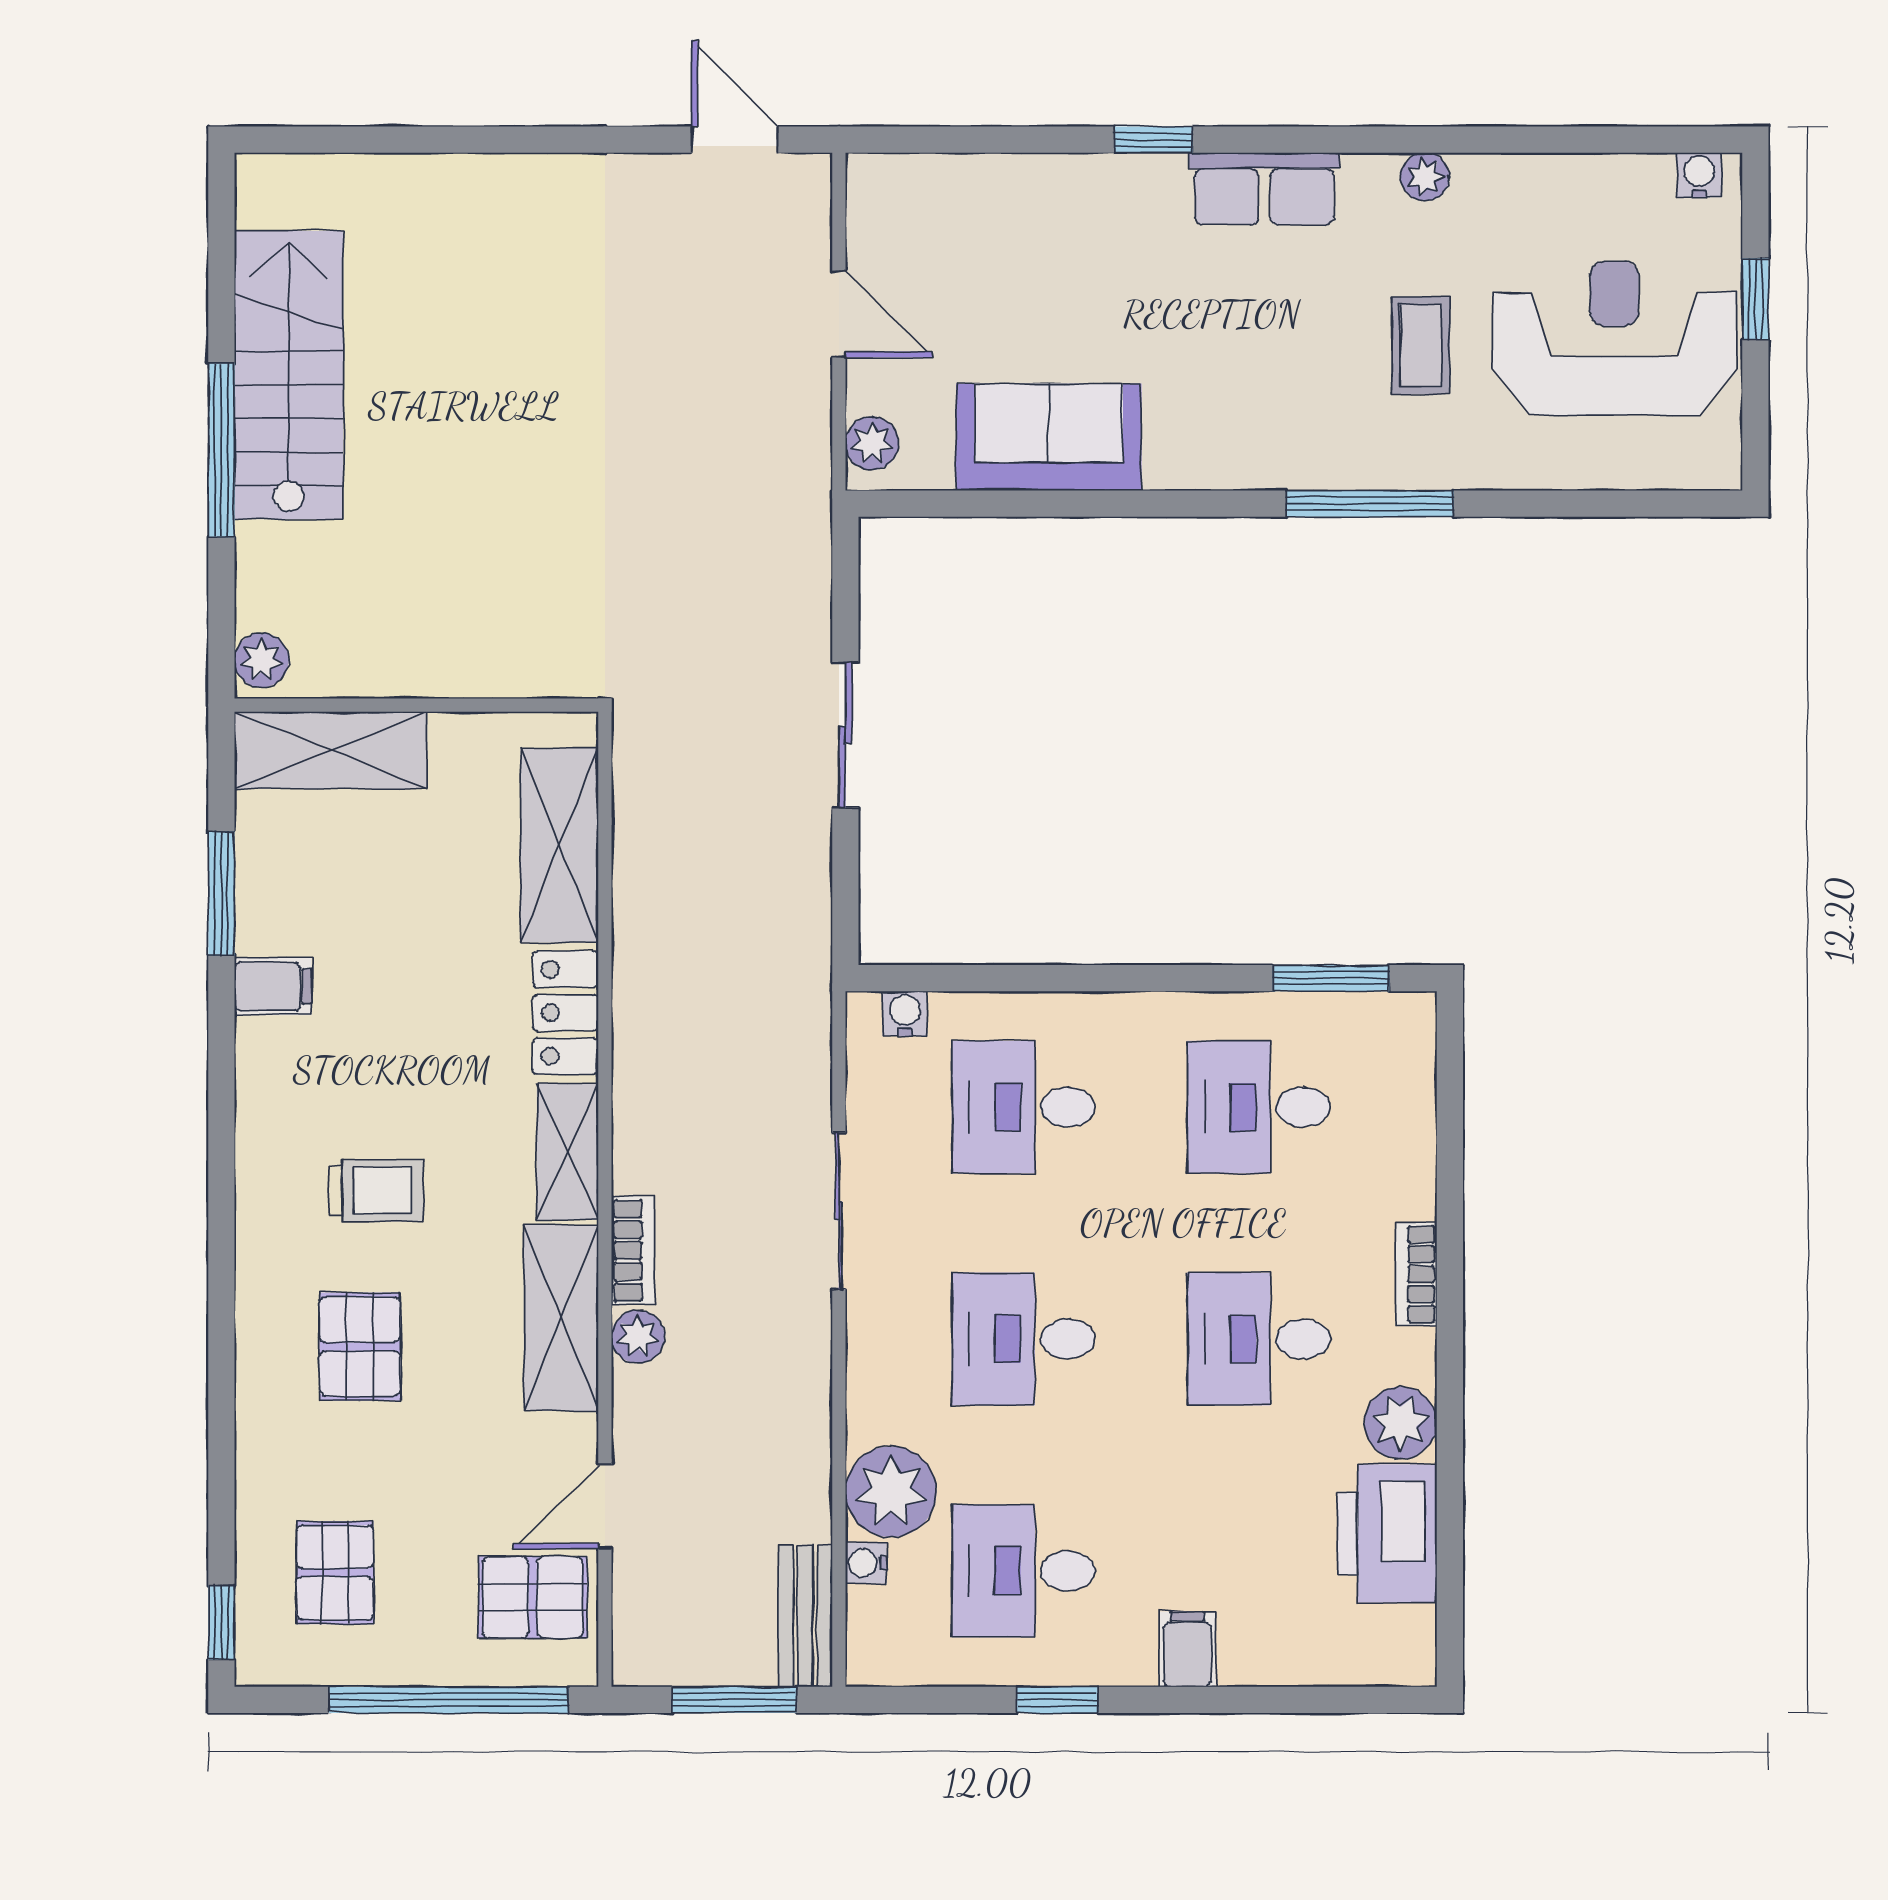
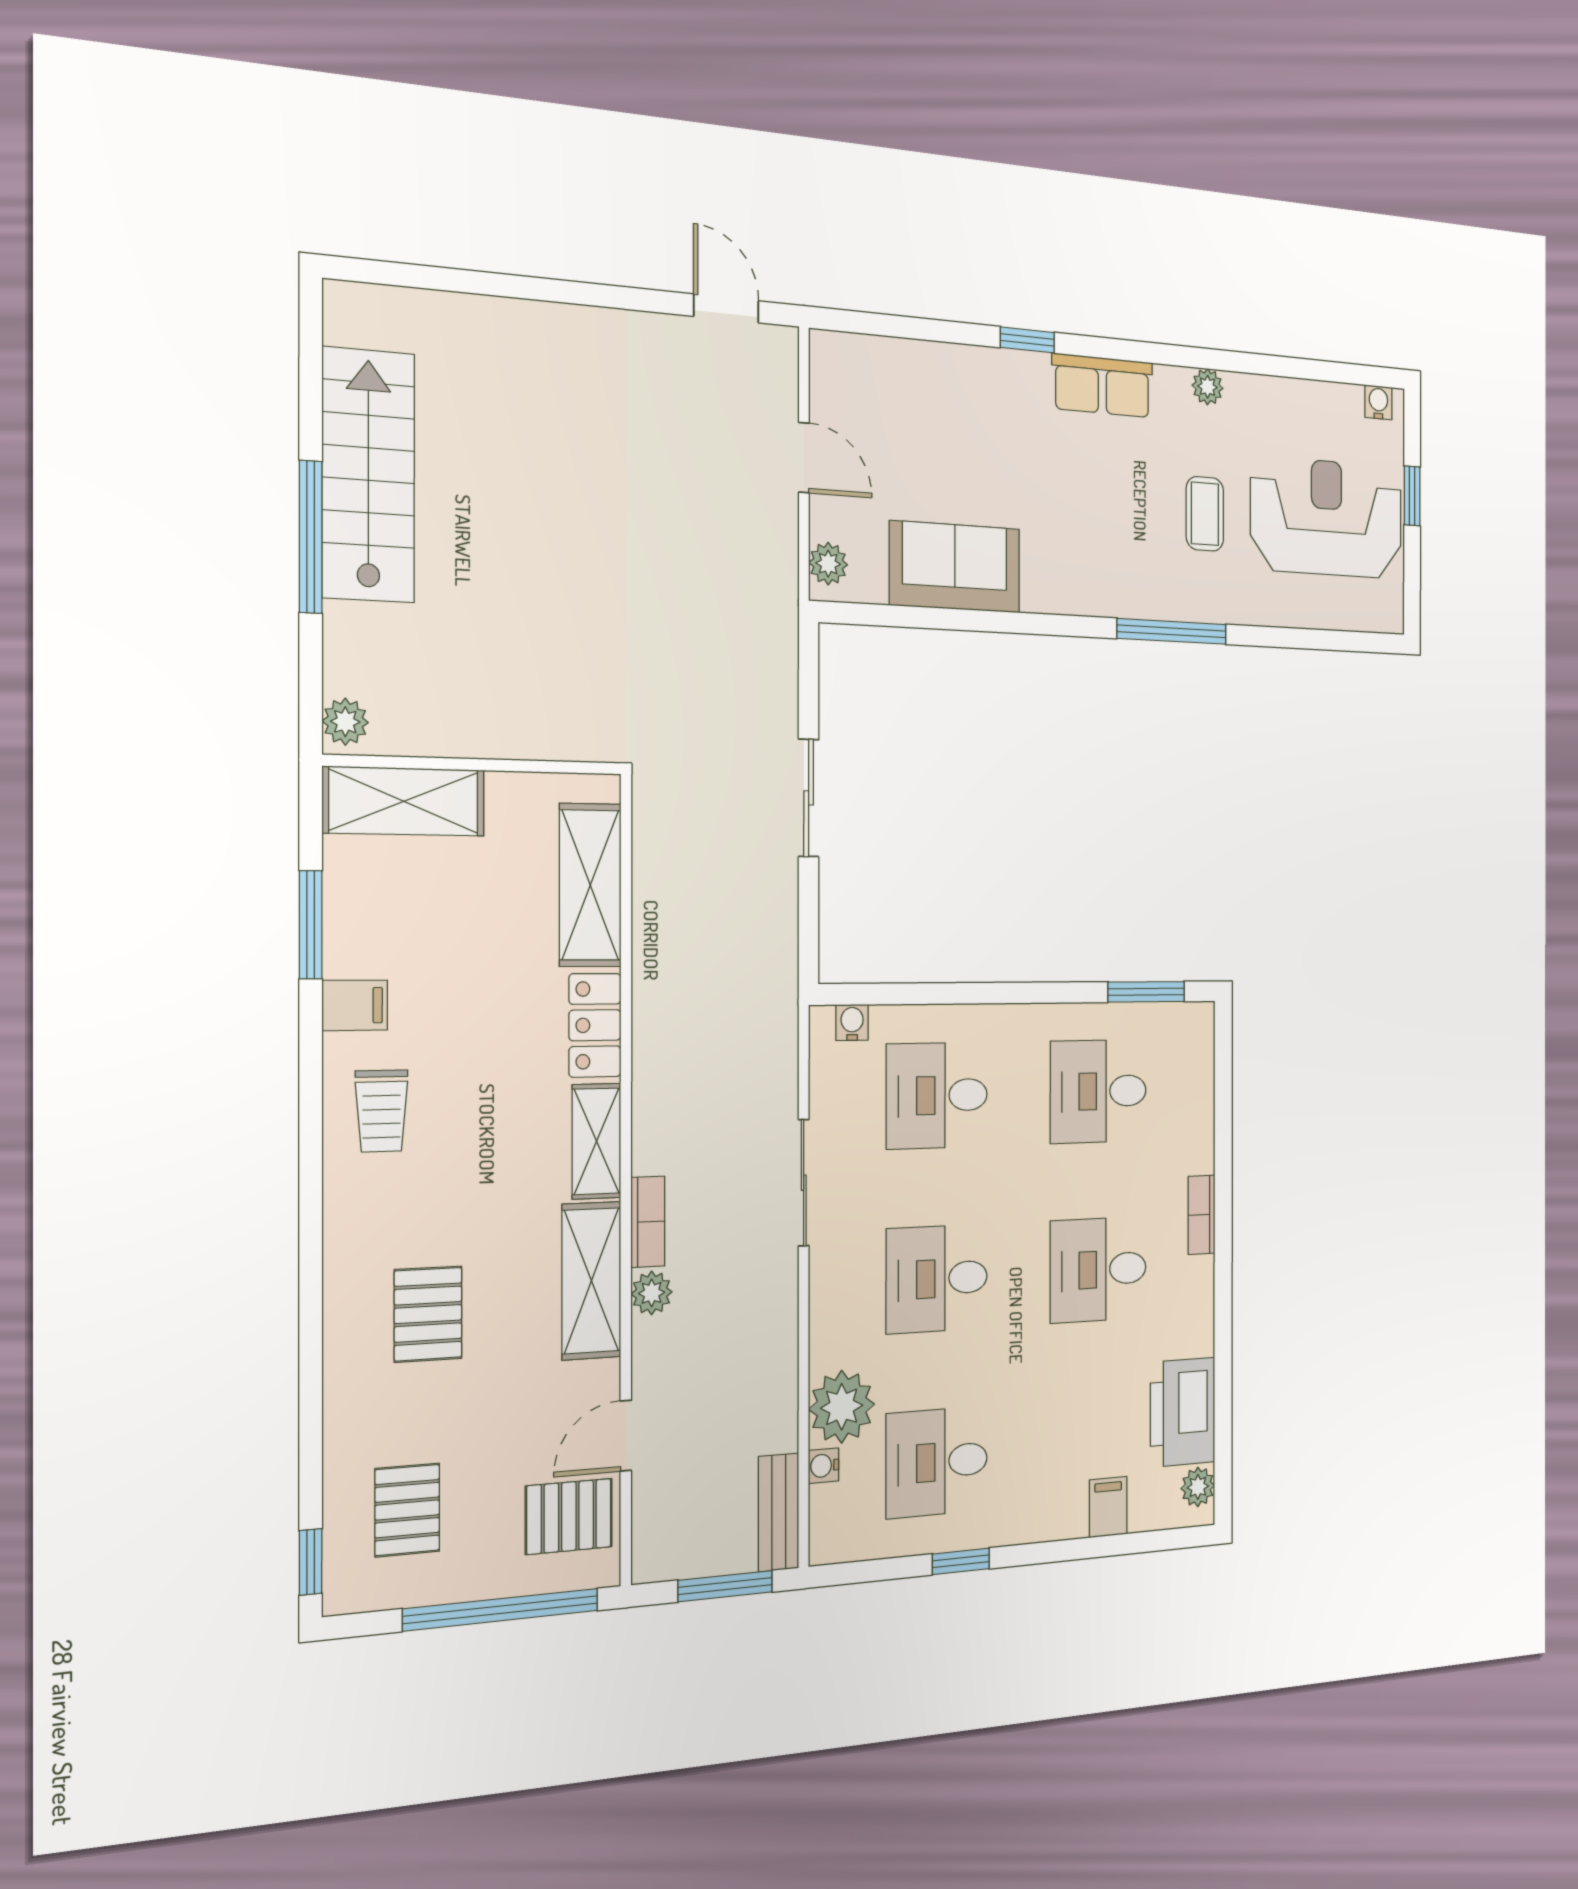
trolley: (376, 1190) -> (381, 1111), moved, turned 90
plant: (1401, 1423) -> (1198, 1487), moved, width x0.73, depth x0.73
filing cabinet: (1187, 1649) -> (1108, 1507), moved

